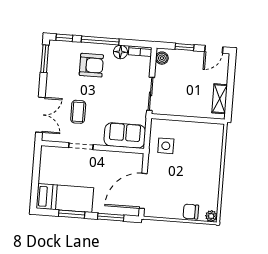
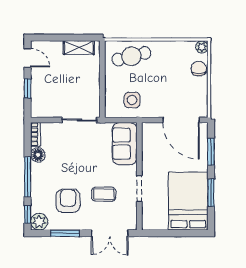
plant: (57, 48) -> (39, 222), added
boiler: (162, 58) -> (41, 111), removed
window: (45, 59) -> (65, 233), moved
armchair: (91, 65) -> (68, 201), moved
double door: (40, 115) -> (110, 233), swing flipped
cafe table: (208, 148) -> (131, 56), added
bed: (65, 198) -> (188, 201), width x1.50
chair: (191, 212) -> (199, 69), turned 180

